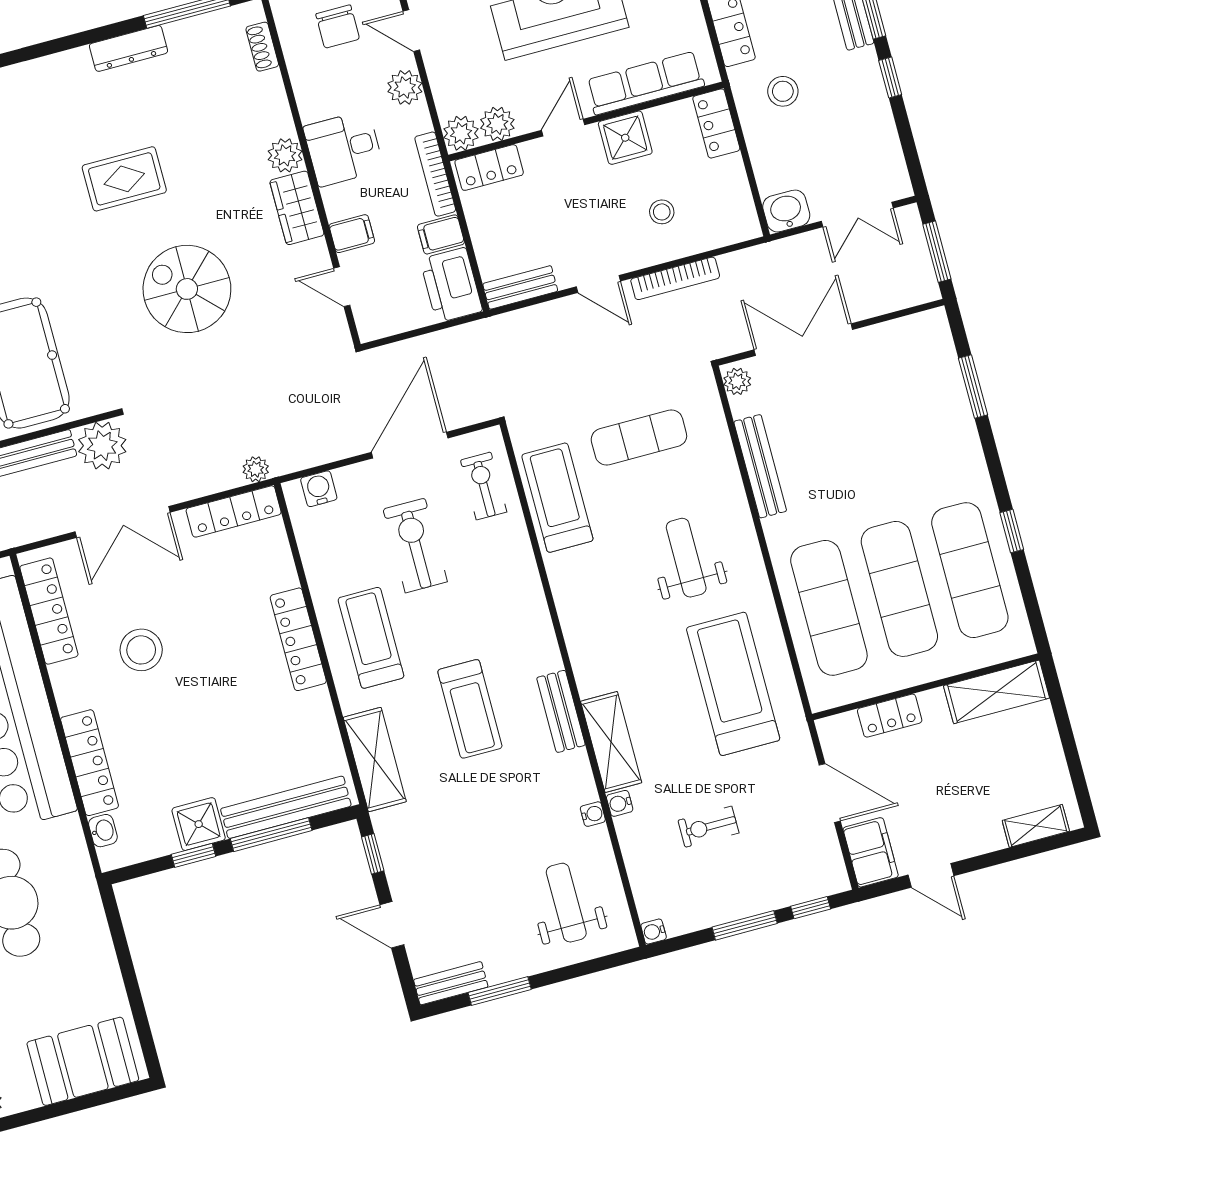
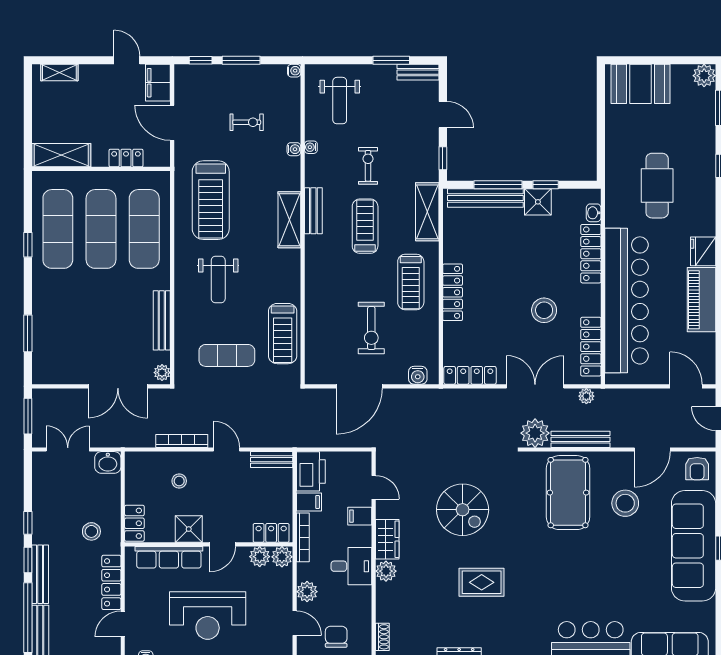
plant: (256, 469) -> (586, 396), moved
exercise bike: (484, 486) -> (368, 166), moved, turned 180
shelving: (611, 742) -> (289, 220), moved

